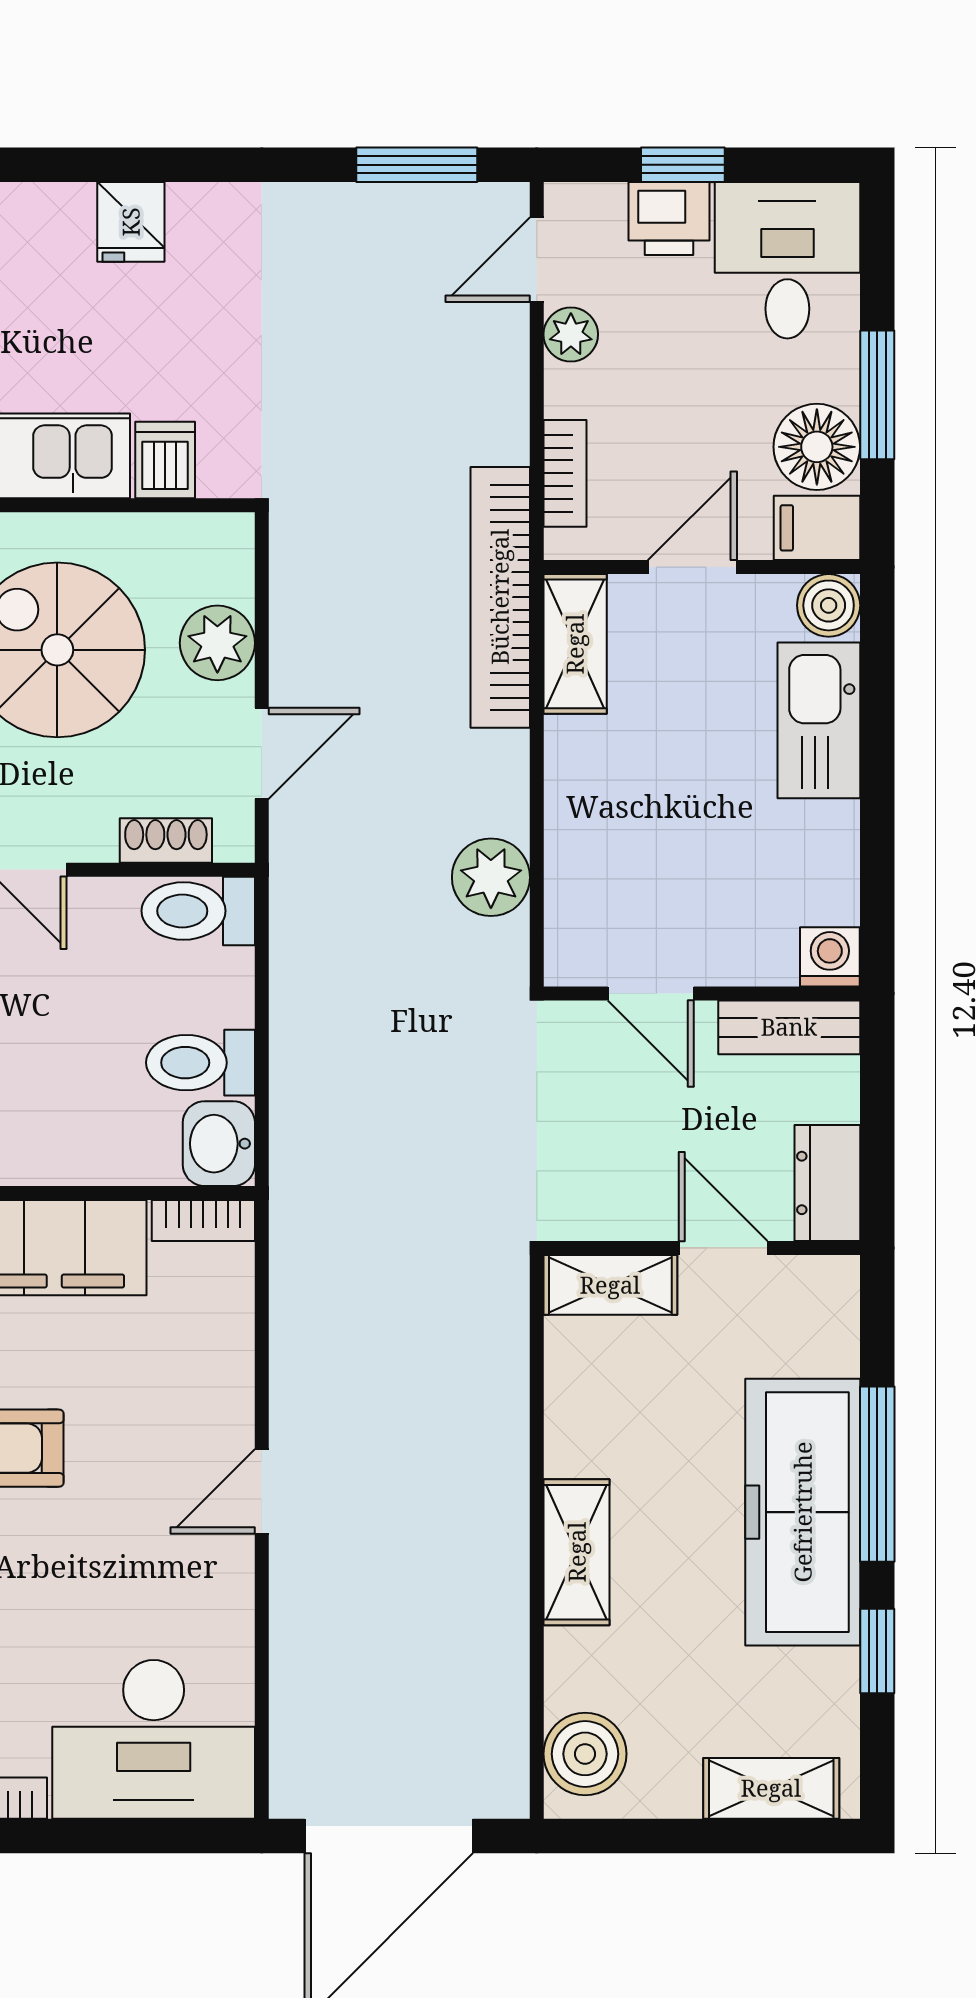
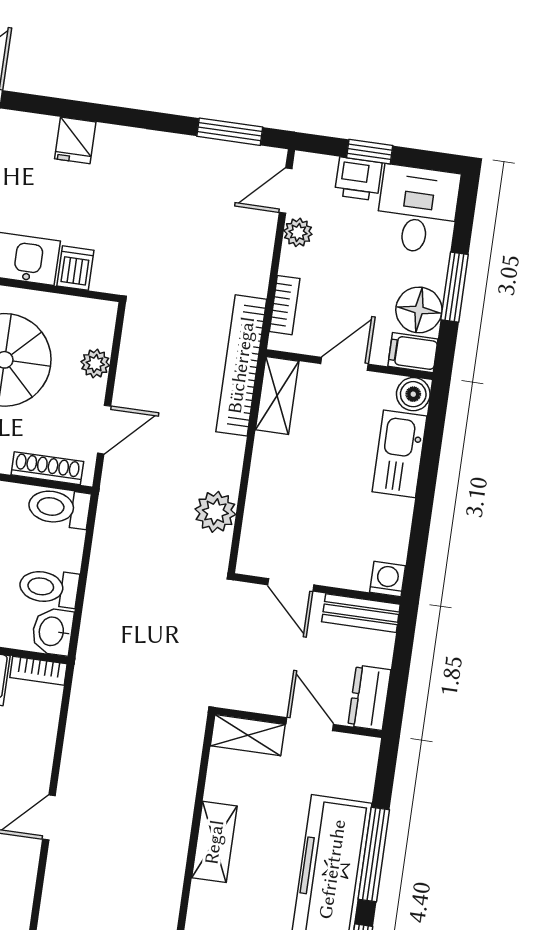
plant: (217, 643) -> (95, 364), width x0.73, depth x0.73
shoe rack: (166, 840) -> (47, 468), width x1.43
shelving: (577, 1552) -> (214, 842), moved

